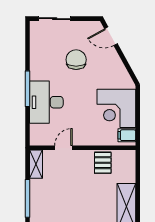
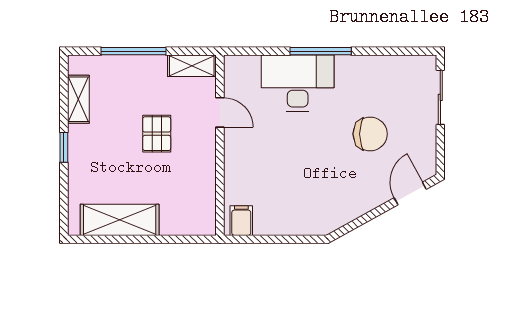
corner desk: (116, 108) -> (287, 203), removed
pallet: (103, 163) -> (157, 134), moved, turned 90

